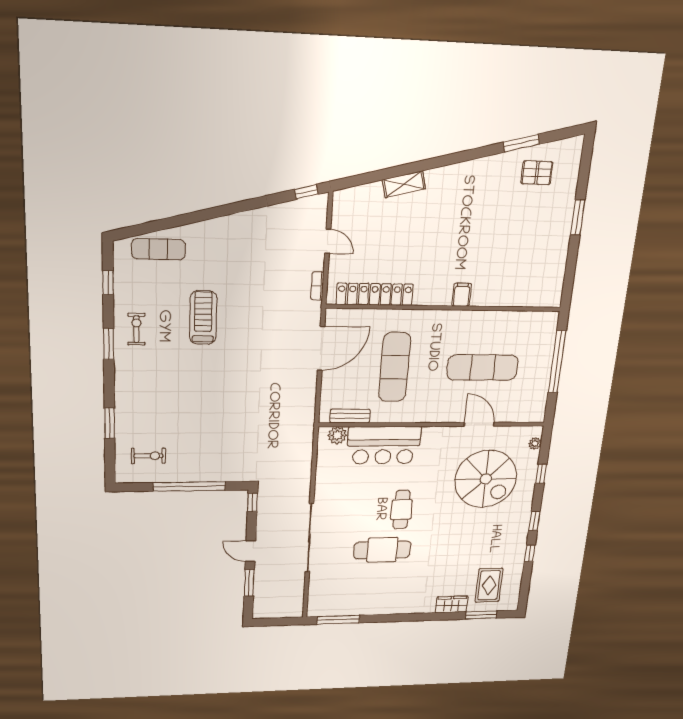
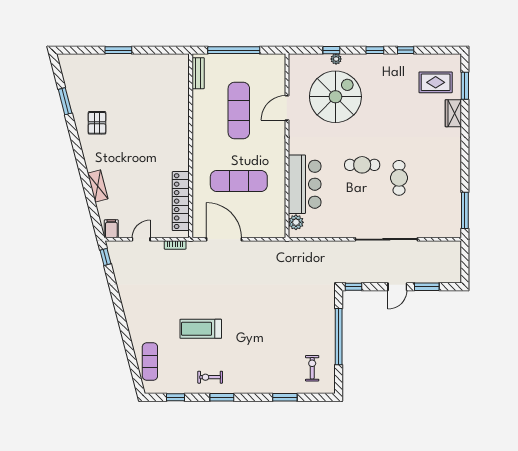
pallet: (537, 173) -> (97, 123), moved
filing cabinet: (462, 295) -> (111, 229), moved, turned 90
bench: (350, 416) -> (198, 73), moved
plant: (535, 443) -> (336, 59), moved
cafe table: (382, 550) -> (399, 178), width x0.73, depth x0.74

